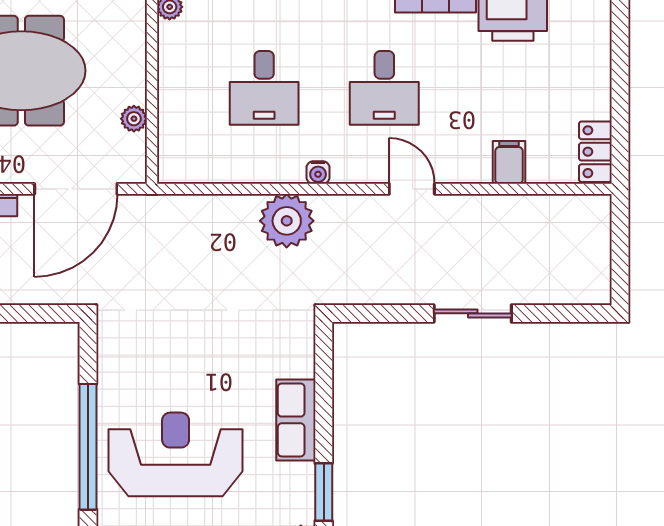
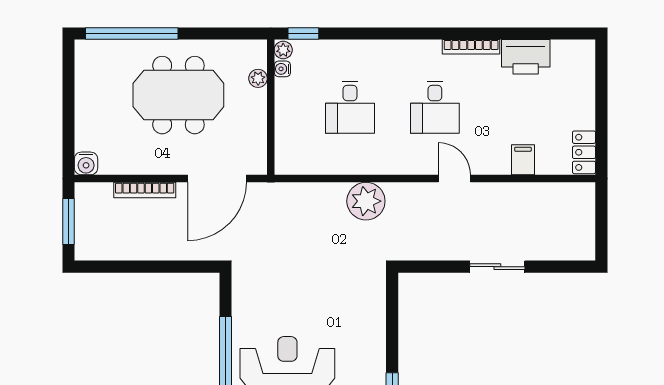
plant: (134, 119) -> (258, 78), moved
water cooler: (318, 172) -> (282, 69), moved, turned 90
row of seats: (296, 420) -> (372, 342), removed

